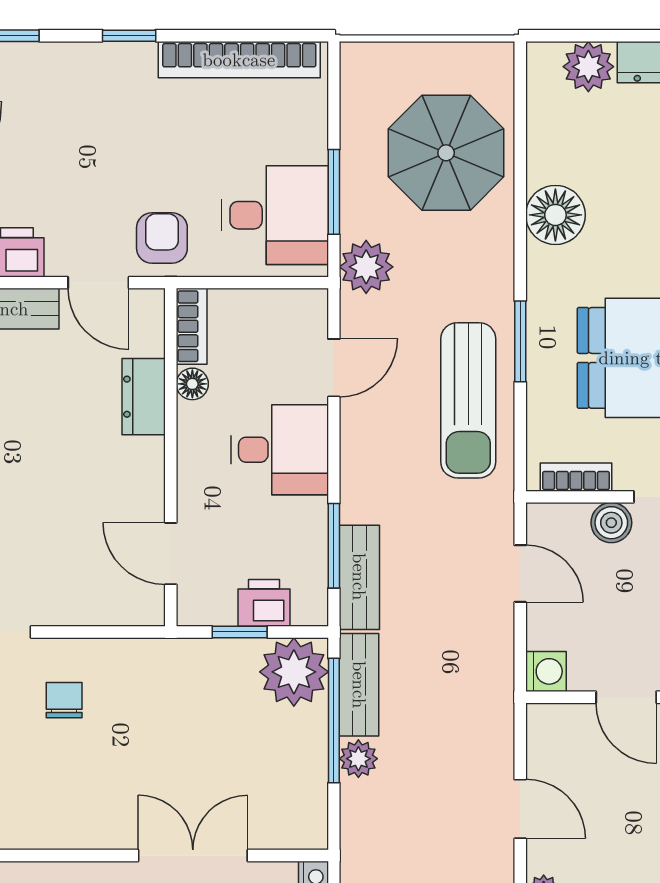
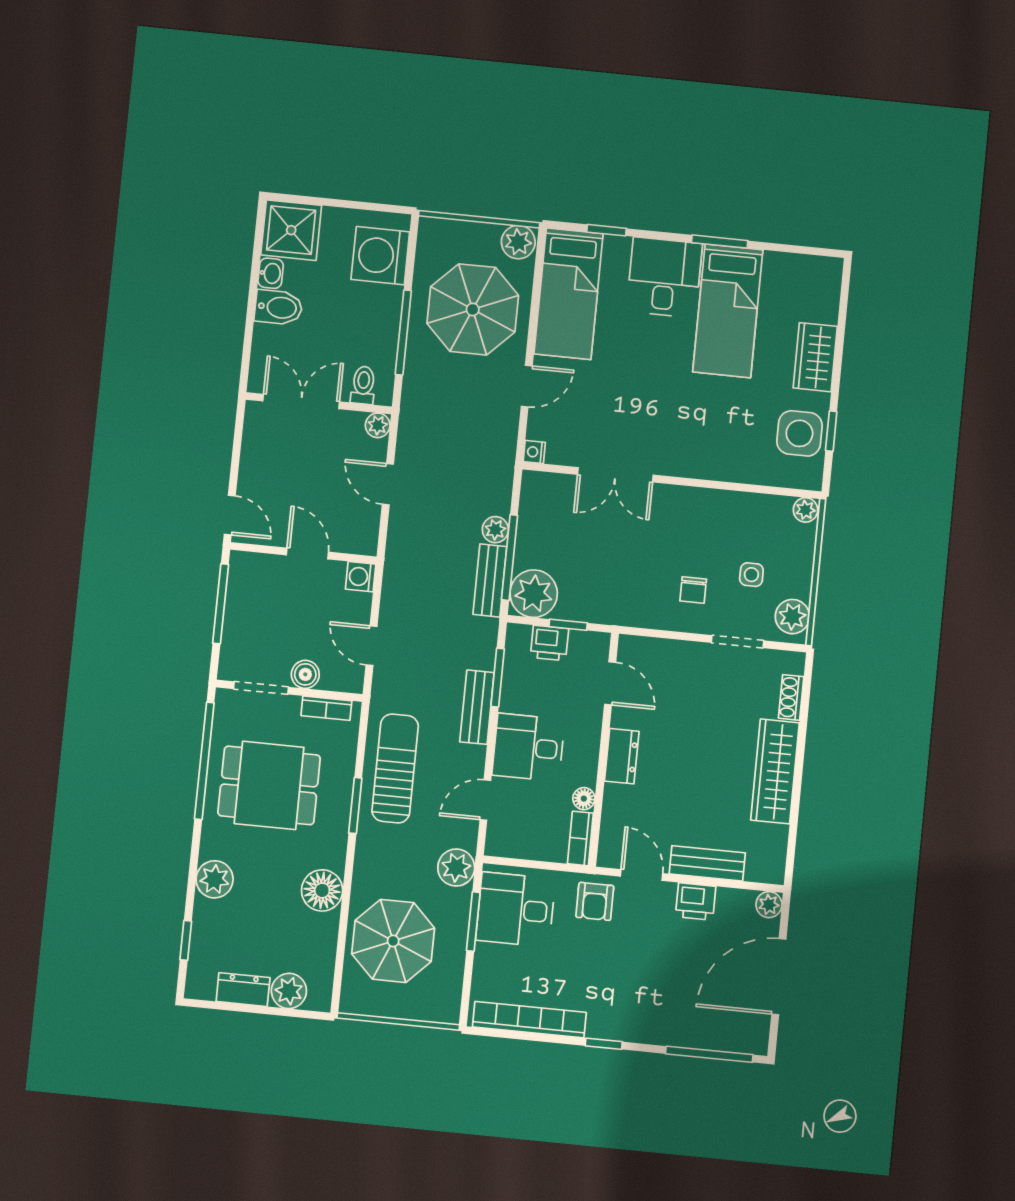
dresser: (144, 397) -> (622, 756), moved
bench: (359, 577) -> (477, 707), moved

